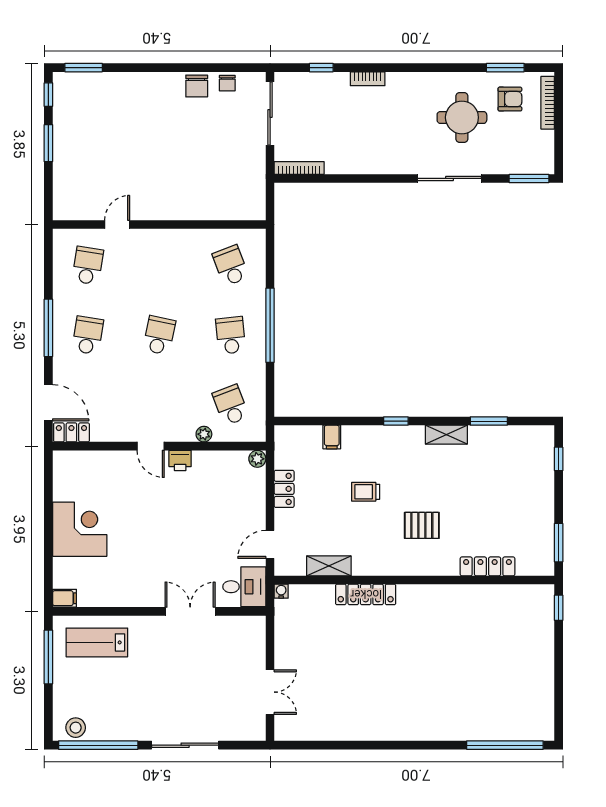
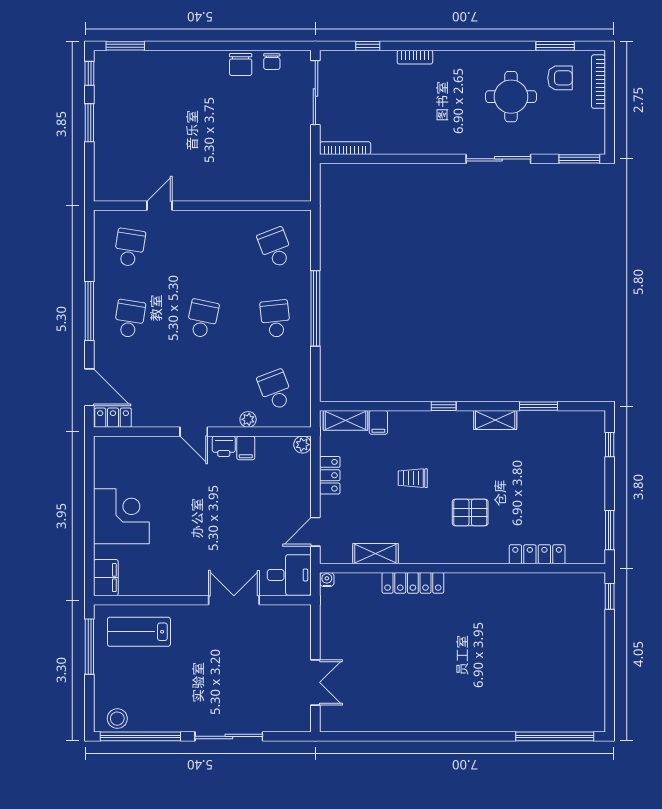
shelving: (300, 435) -> (346, 420), added
filing cabinet: (202, 462) -> (246, 448), added
filing cabinet: (64, 598) -> (106, 578), width x2.00

